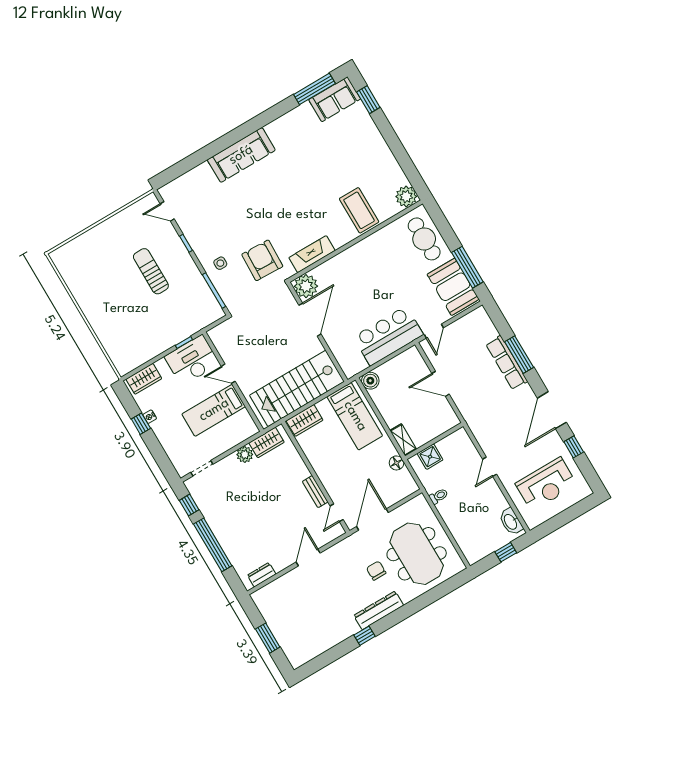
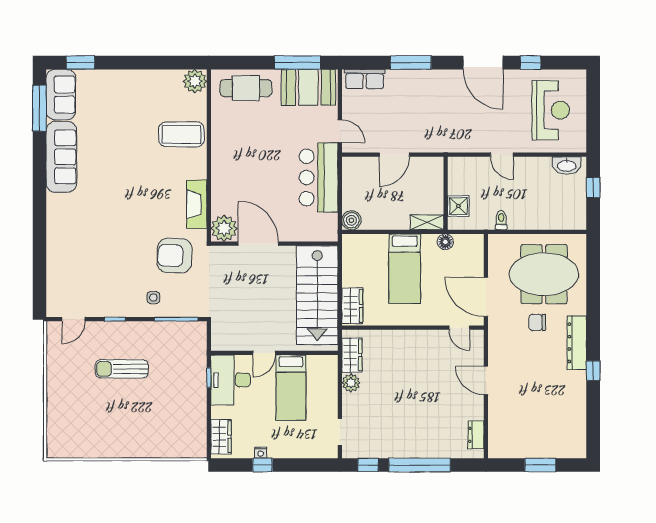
sofa: (241, 155) -> (61, 157), moved
row of seats: (507, 363) -> (365, 79), moved, width x0.68
bed: (355, 416) -> (405, 269), moved, turned 90
bench: (315, 492) -> (427, 336), removed

